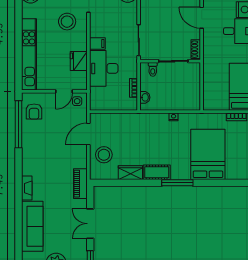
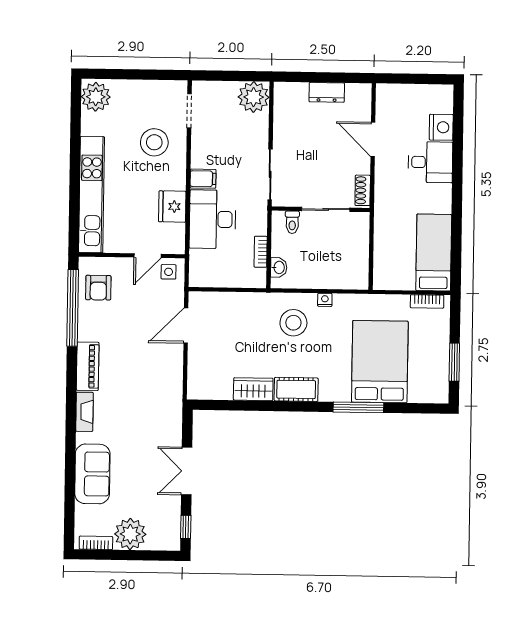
stool: (104, 155) -> (293, 323), moved
window: (177, 183) -> (358, 407), moved
piano: (80, 184) -> (88, 366), moved, turned 180
sofa: (32, 226) -> (92, 474), width x0.73

